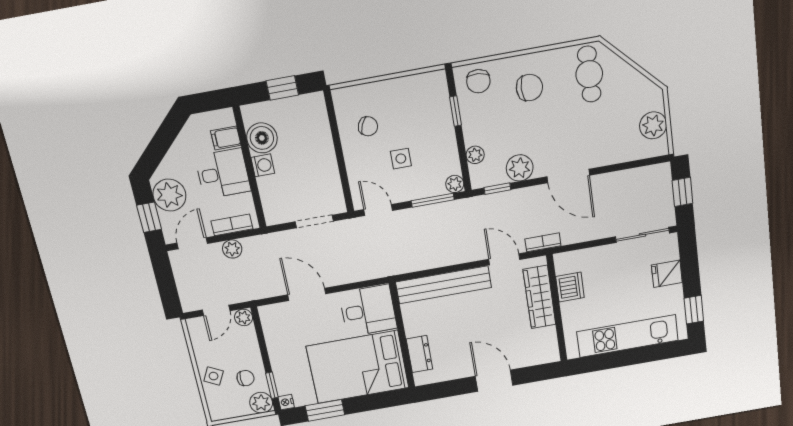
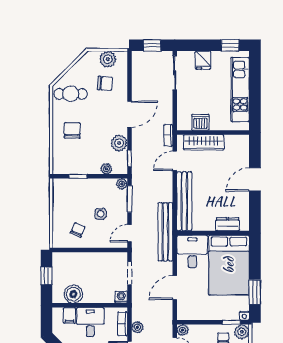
chair: (478, 81) -> (105, 83), moved
washing machine: (263, 165) -> (121, 297), moved
bench: (391, 265) -> (165, 232), added

